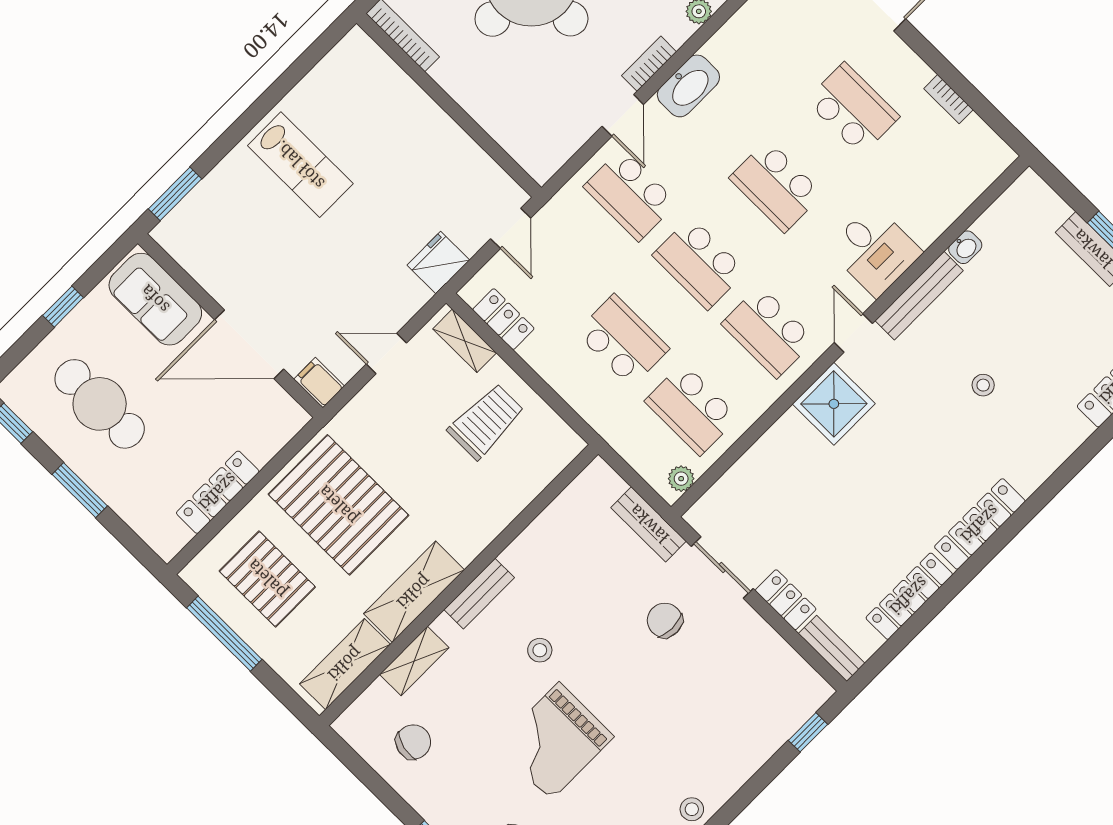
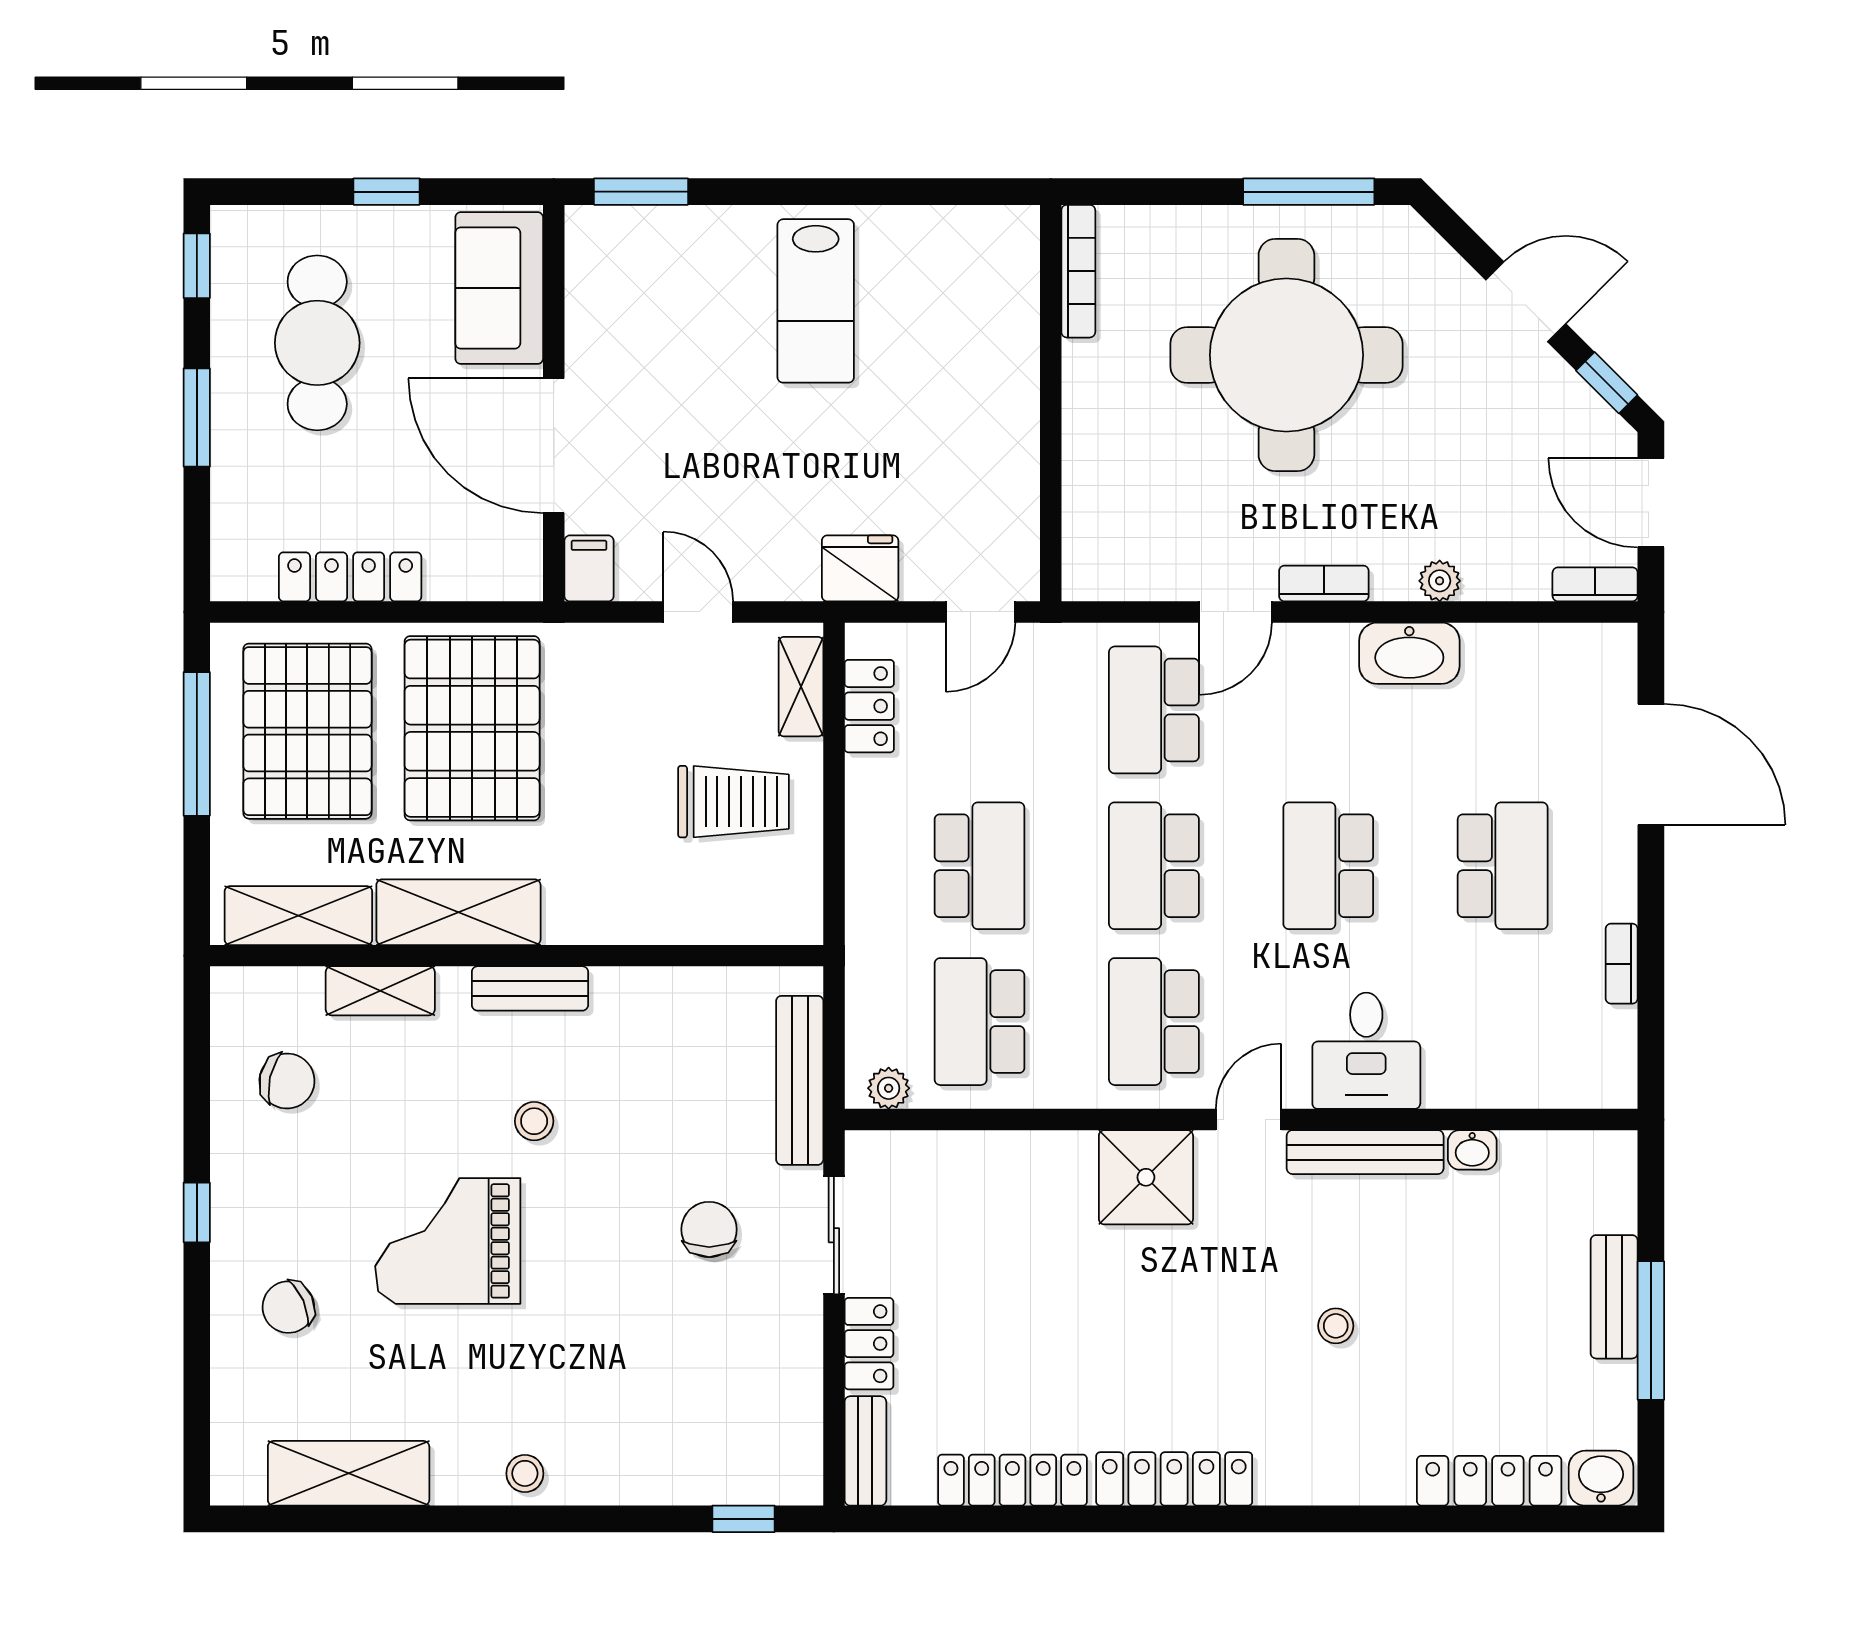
washbasin: (688, 86) -> (1409, 653), moved
bench: (649, 524) -> (800, 1080), width x1.36
pallet: (267, 579) -> (307, 731), width x1.37, depth x1.41

